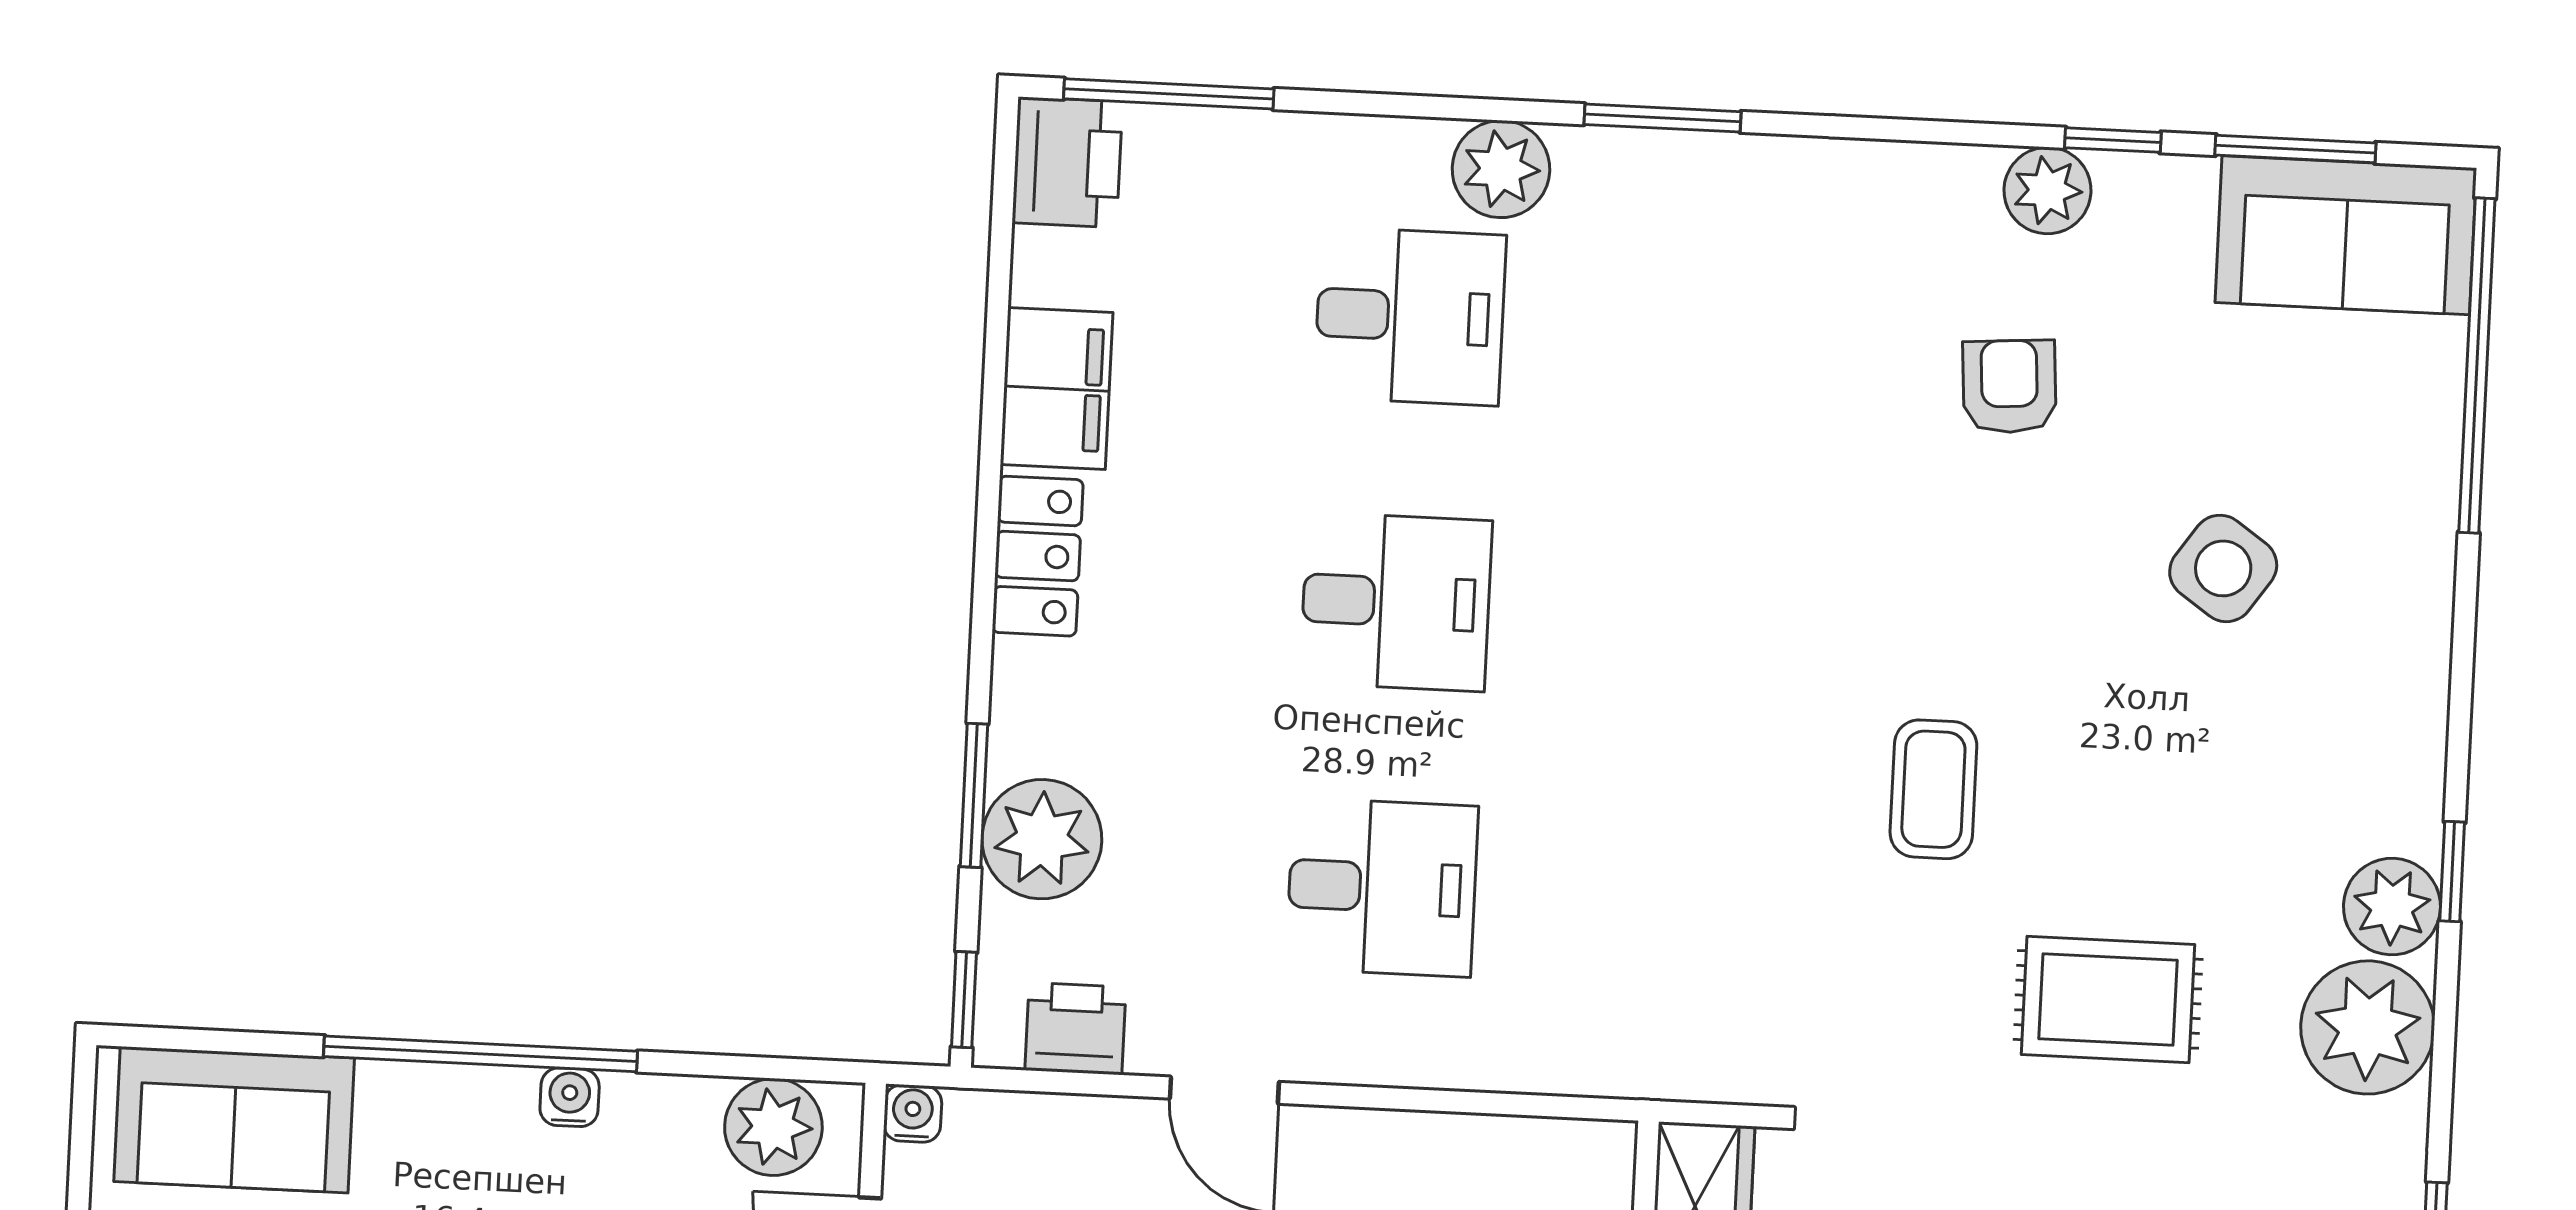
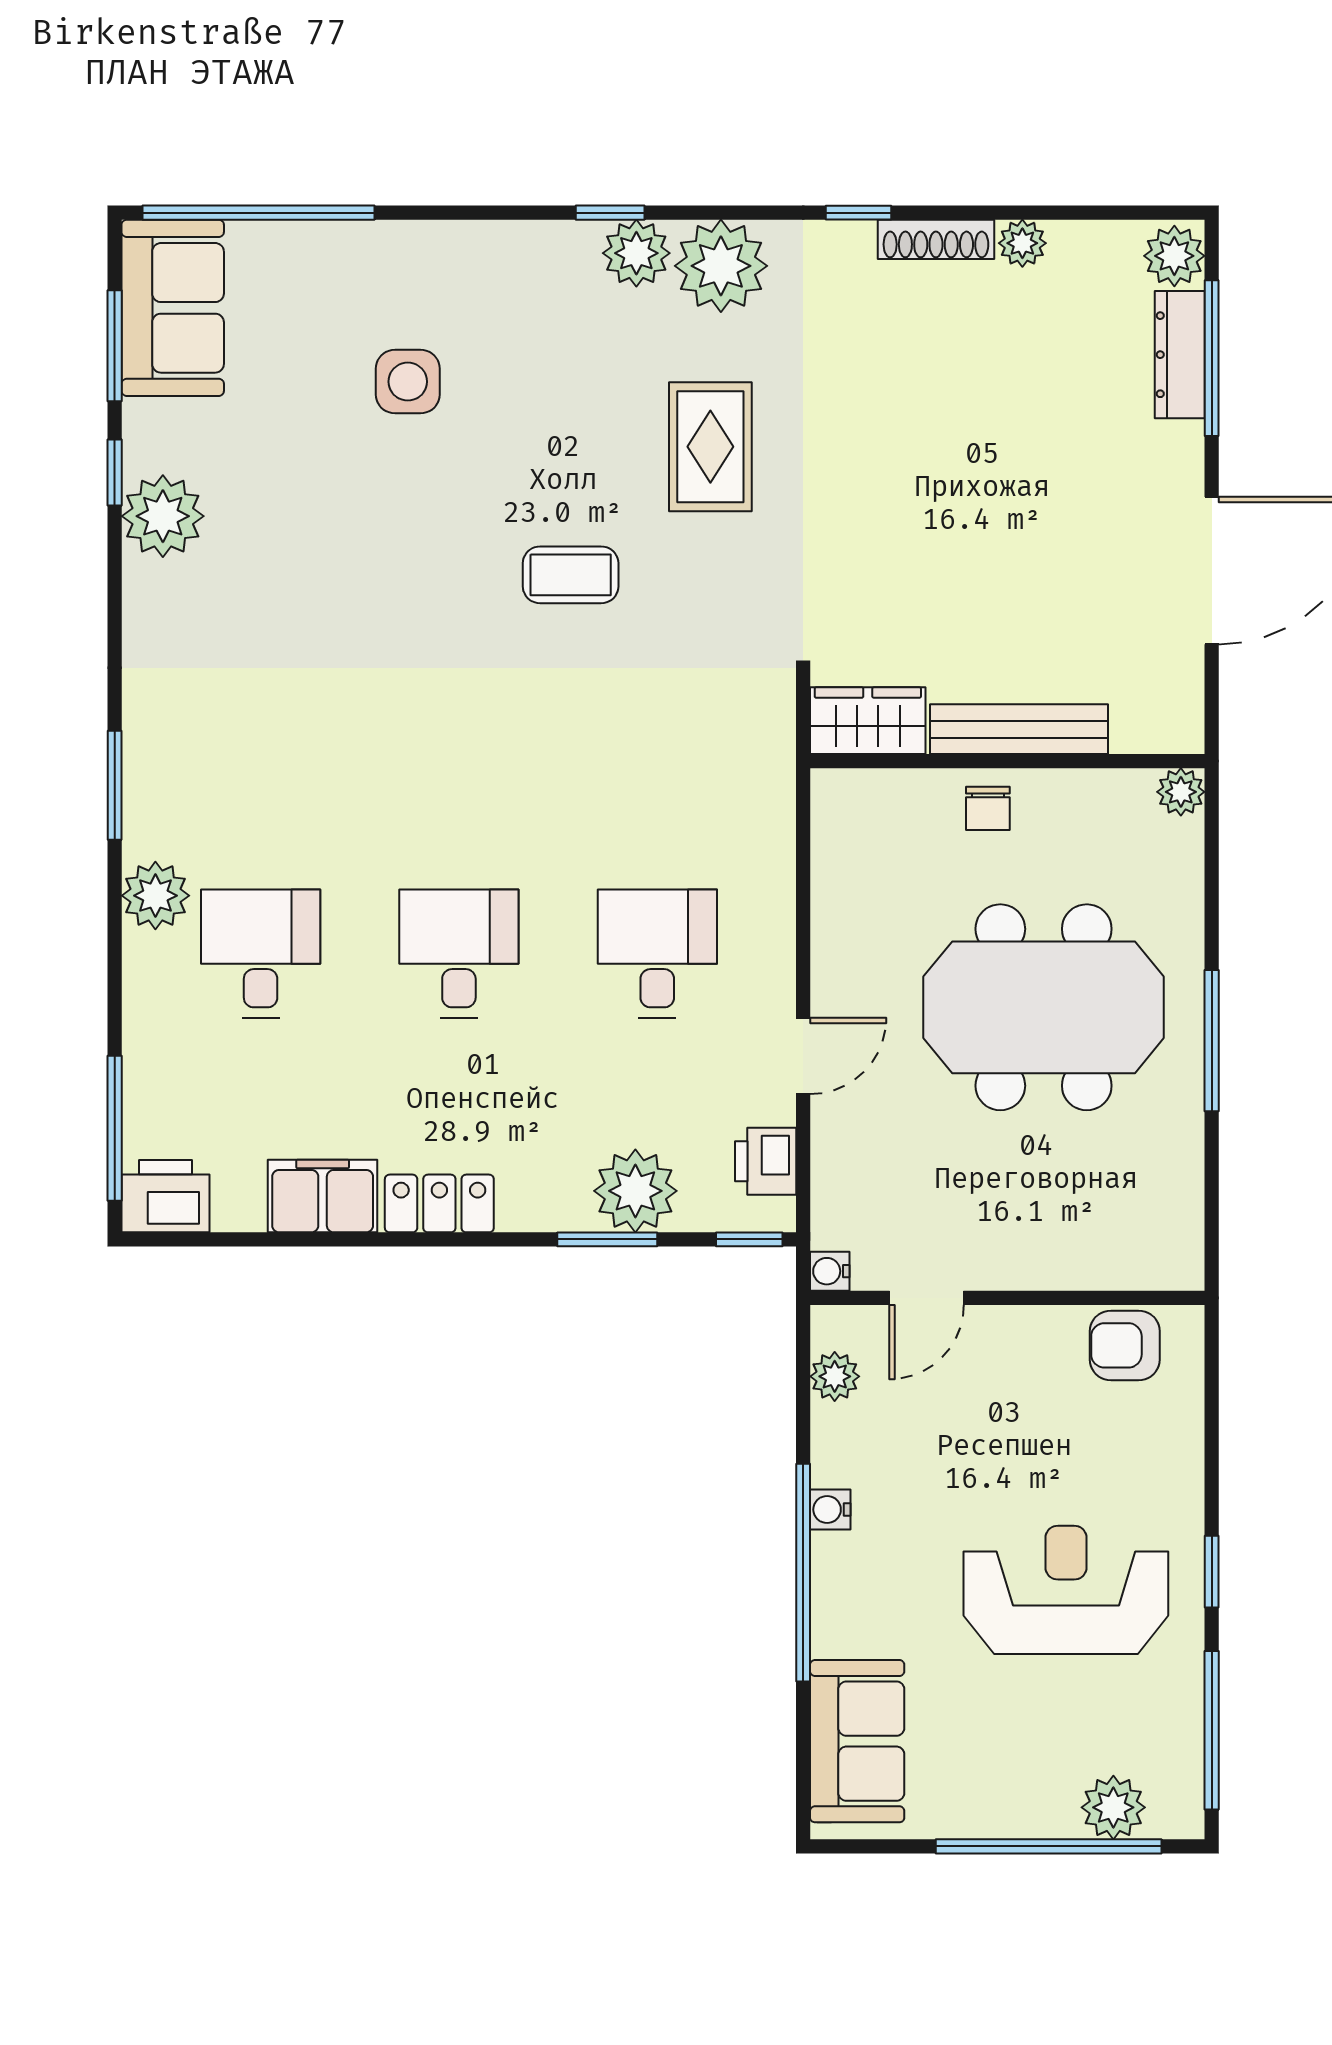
plant: (2047, 190) -> (163, 516), width x1.36, depth x1.36
armchair: (2009, 386) -> (289, 536), removed
side table: (2223, 568) -> (408, 382), turned -35
plant: (773, 1127) -> (835, 1376), width x0.73, depth x0.73

